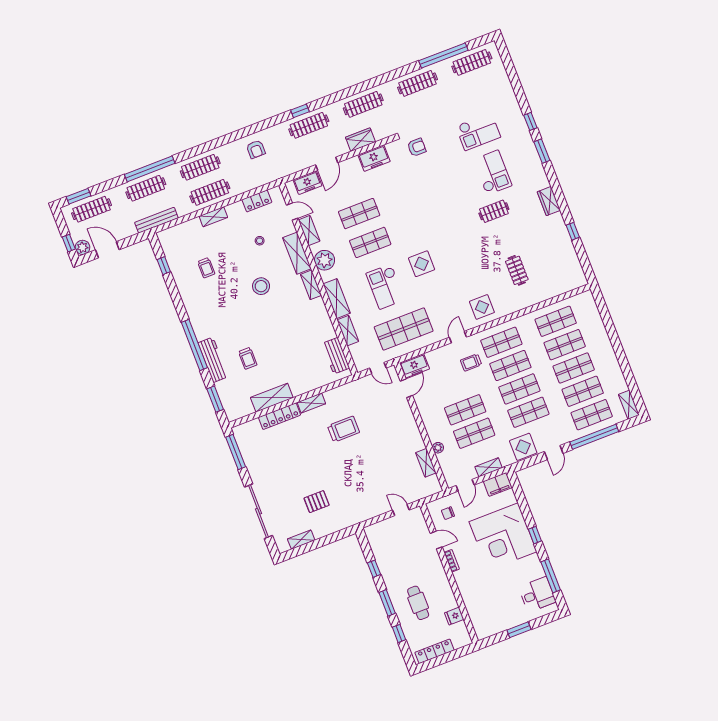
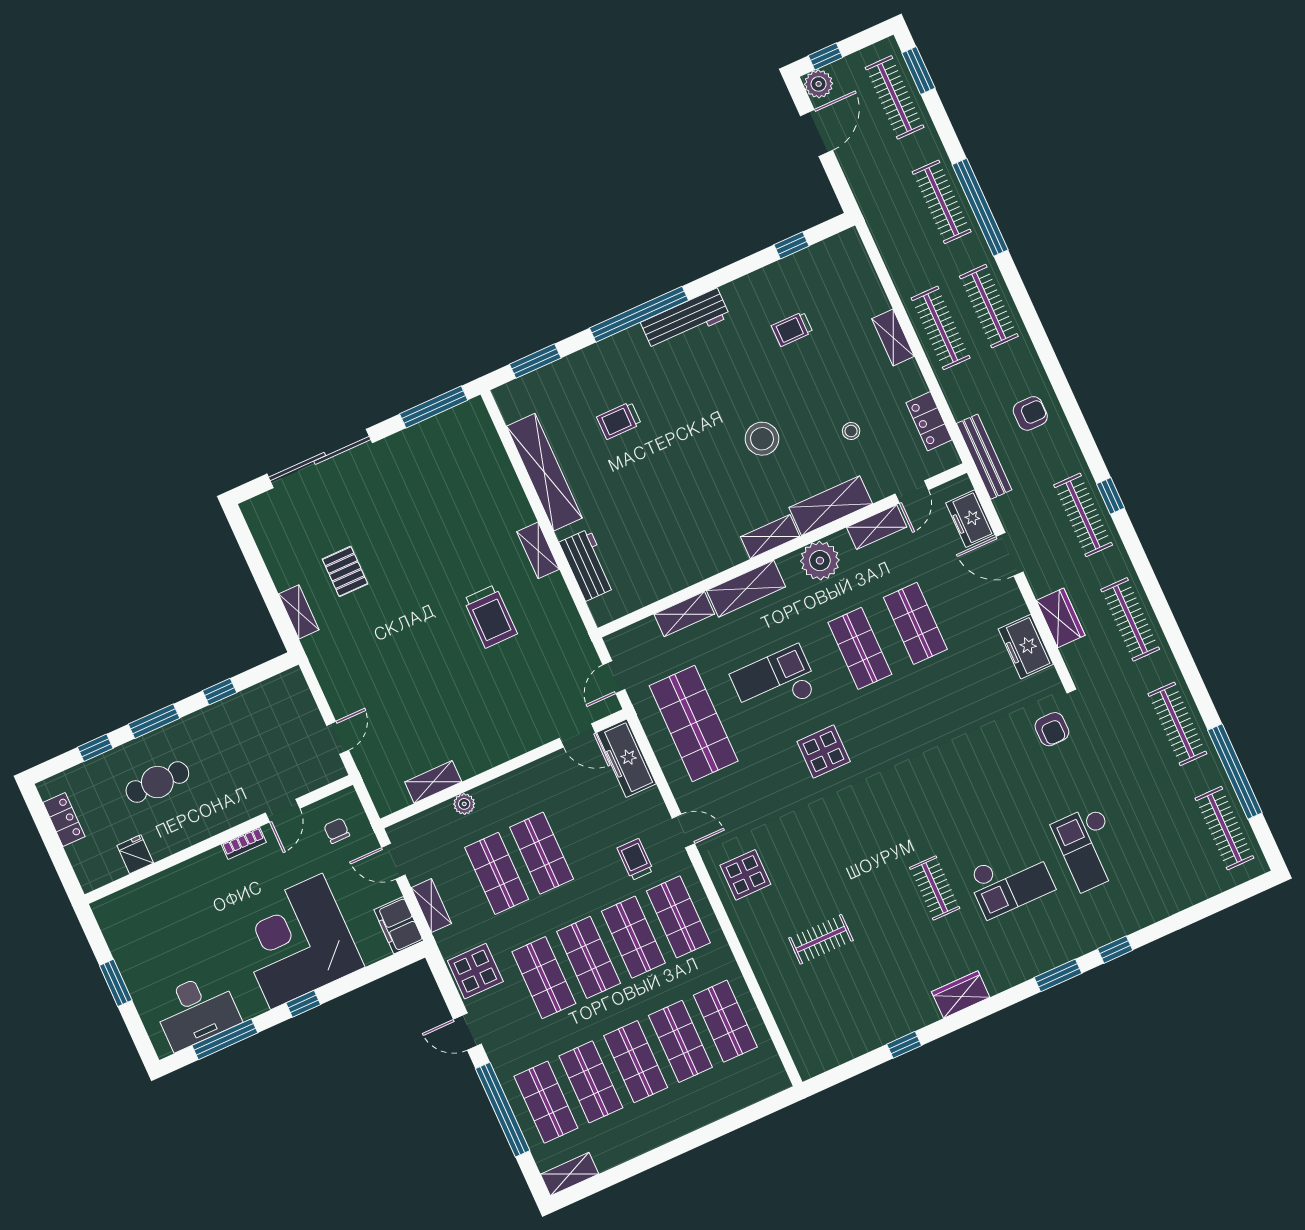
armchair: (256, 149) -> (1030, 413), turned 180
bench: (156, 220) -> (984, 457), moved
workbench: (336, 356) -> (588, 565), moved, turned 90
workbench: (213, 360) -> (685, 319), moved
freezer: (415, 366) -> (627, 758), width x1.40
shelving: (272, 398) -> (544, 472), width x1.47
locker: (279, 416) -> (509, 489), removed
shelving: (301, 540) -> (299, 612), moved
desk: (537, 594) -> (196, 1011), width x1.37
locker: (435, 651) -> (64, 820), width x0.66

